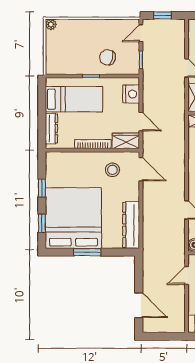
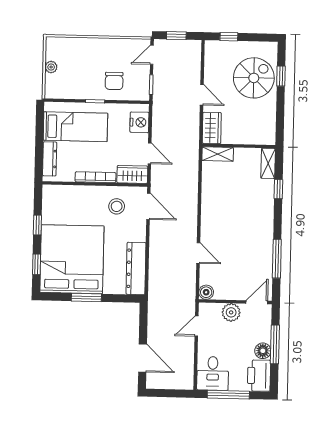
plant: (51, 24) -> (51, 67), moved
chair: (108, 57) -> (114, 81), turned -104

